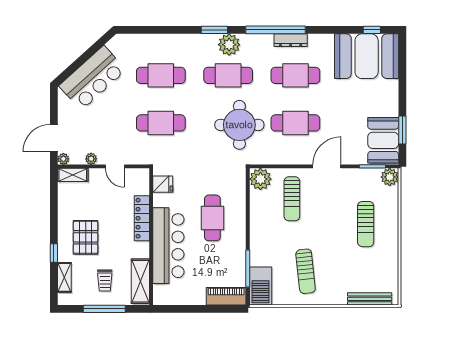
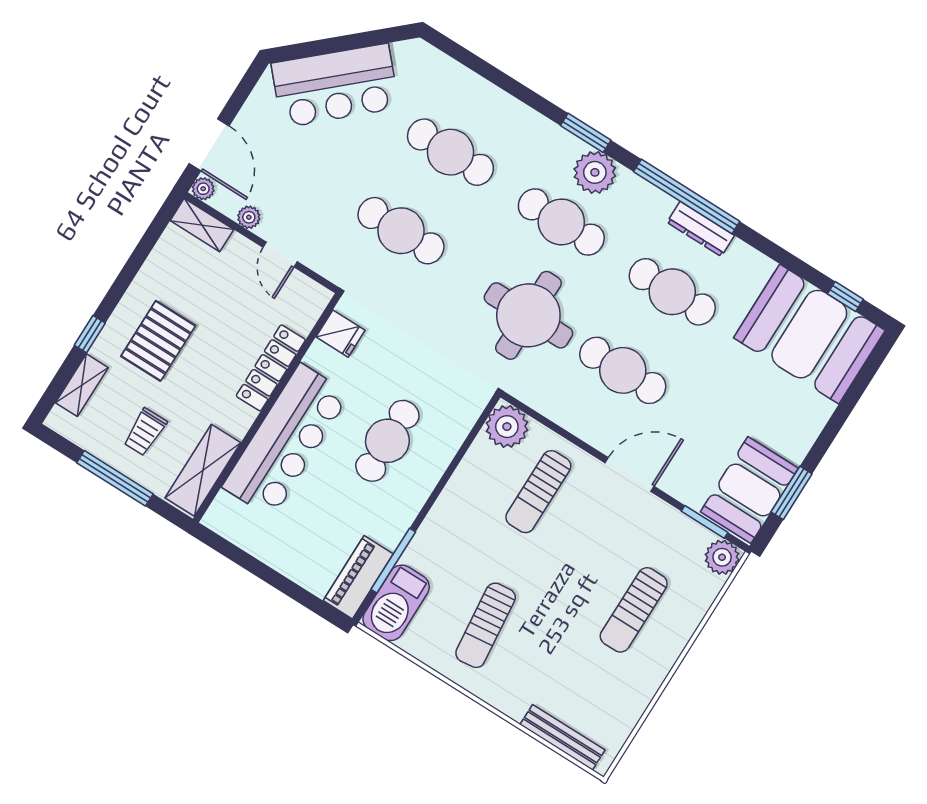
door: (54, 138) -> (209, 145), swing flipped
piano: (226, 296) -> (358, 577), moved, turned -90

